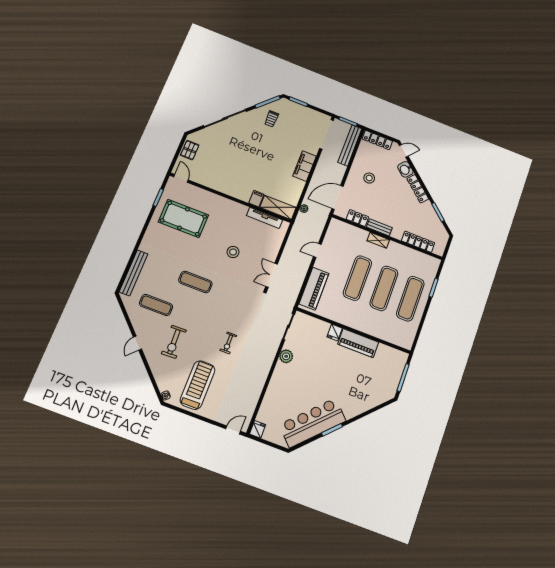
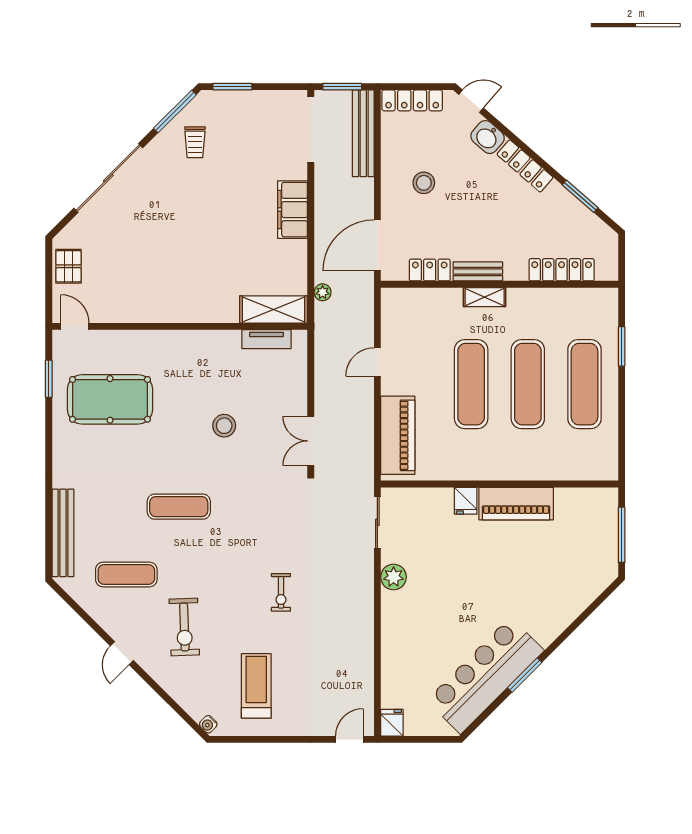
filing cabinet: (256, 199) -> (227, 309), removed
tv unit: (264, 218) -> (266, 339), width x0.71
treadmill: (198, 385) -> (256, 686), width x0.73, depth x0.73

